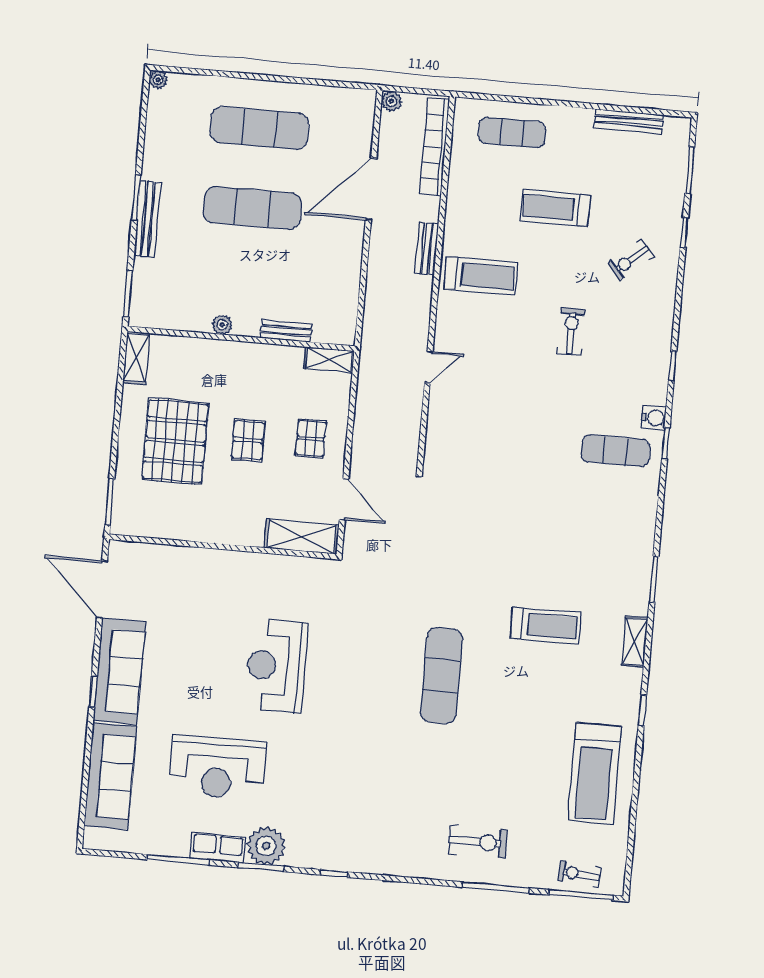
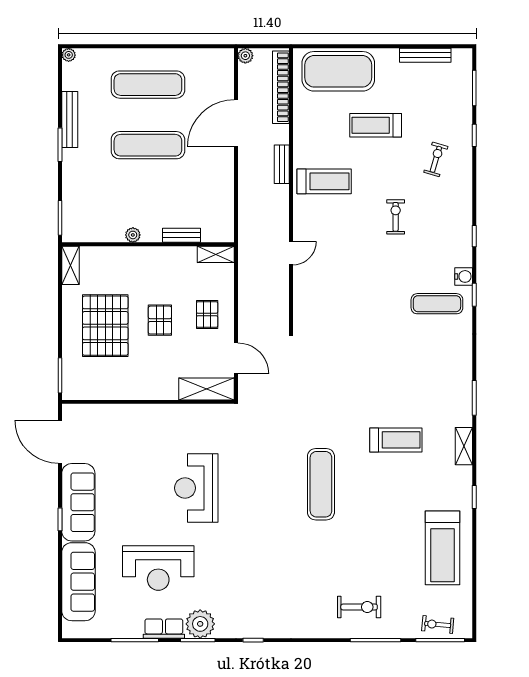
exercise mat: (512, 132) -> (338, 71), width x2.00, depth x1.45
bench: (147, 219) -> (70, 119), moved
exercise bike: (631, 260) -> (436, 159), turned 146

